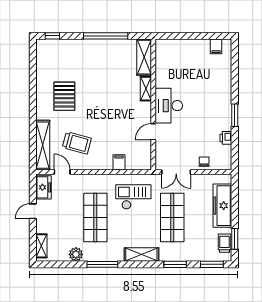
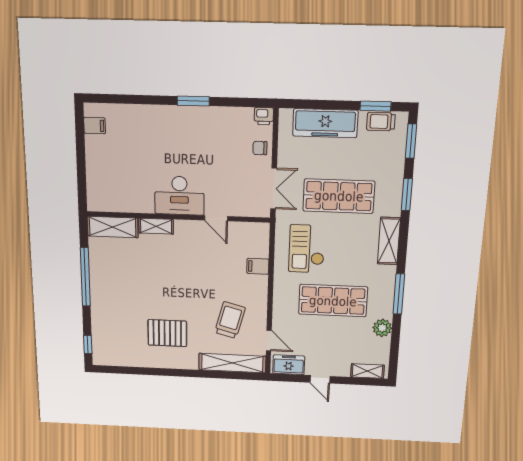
printer: (226, 138) -> (264, 116), moved
door: (62, 172) -> (269, 341), swing flipped

